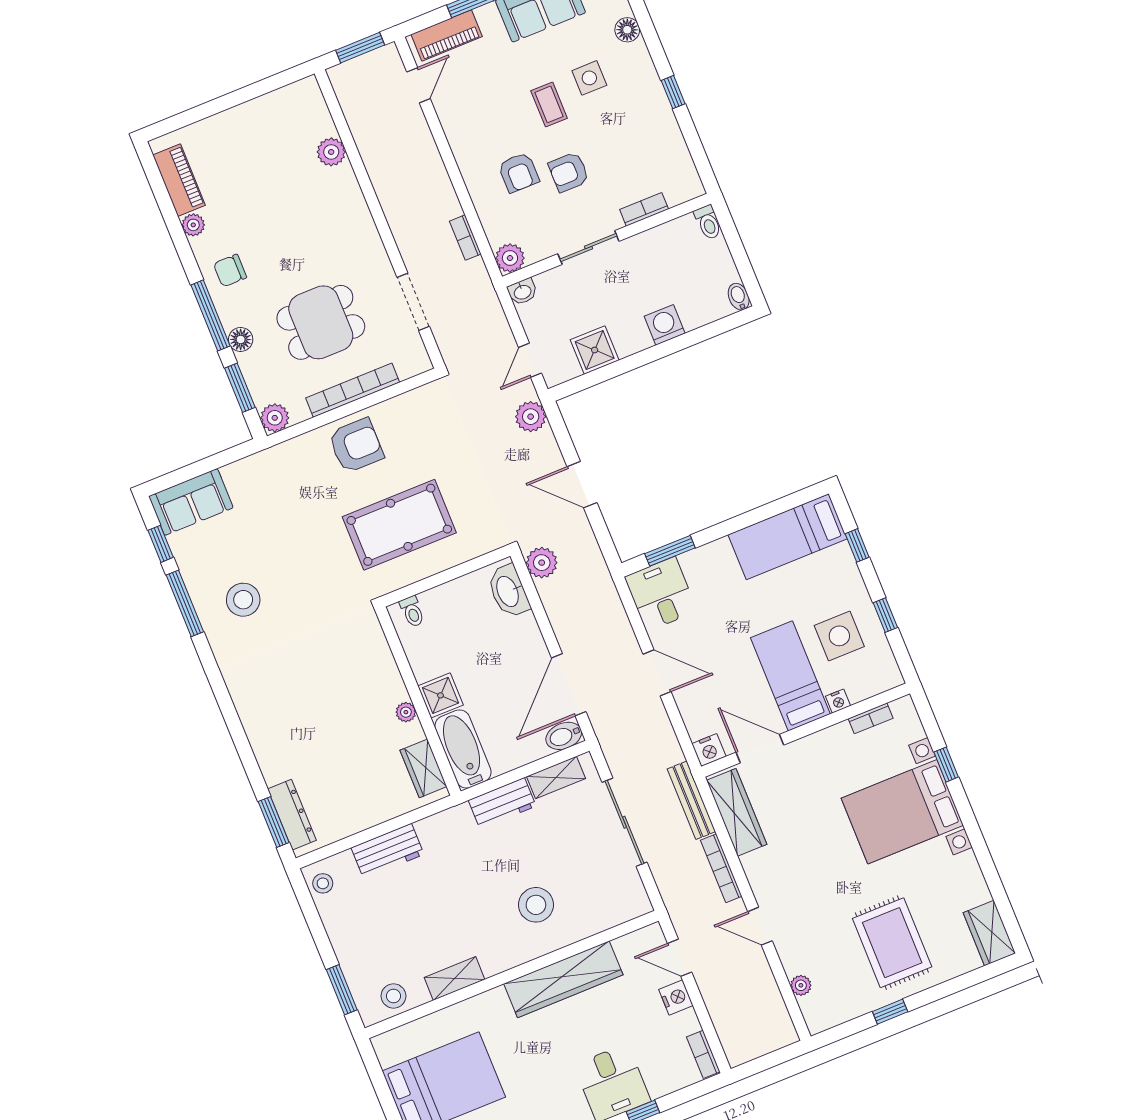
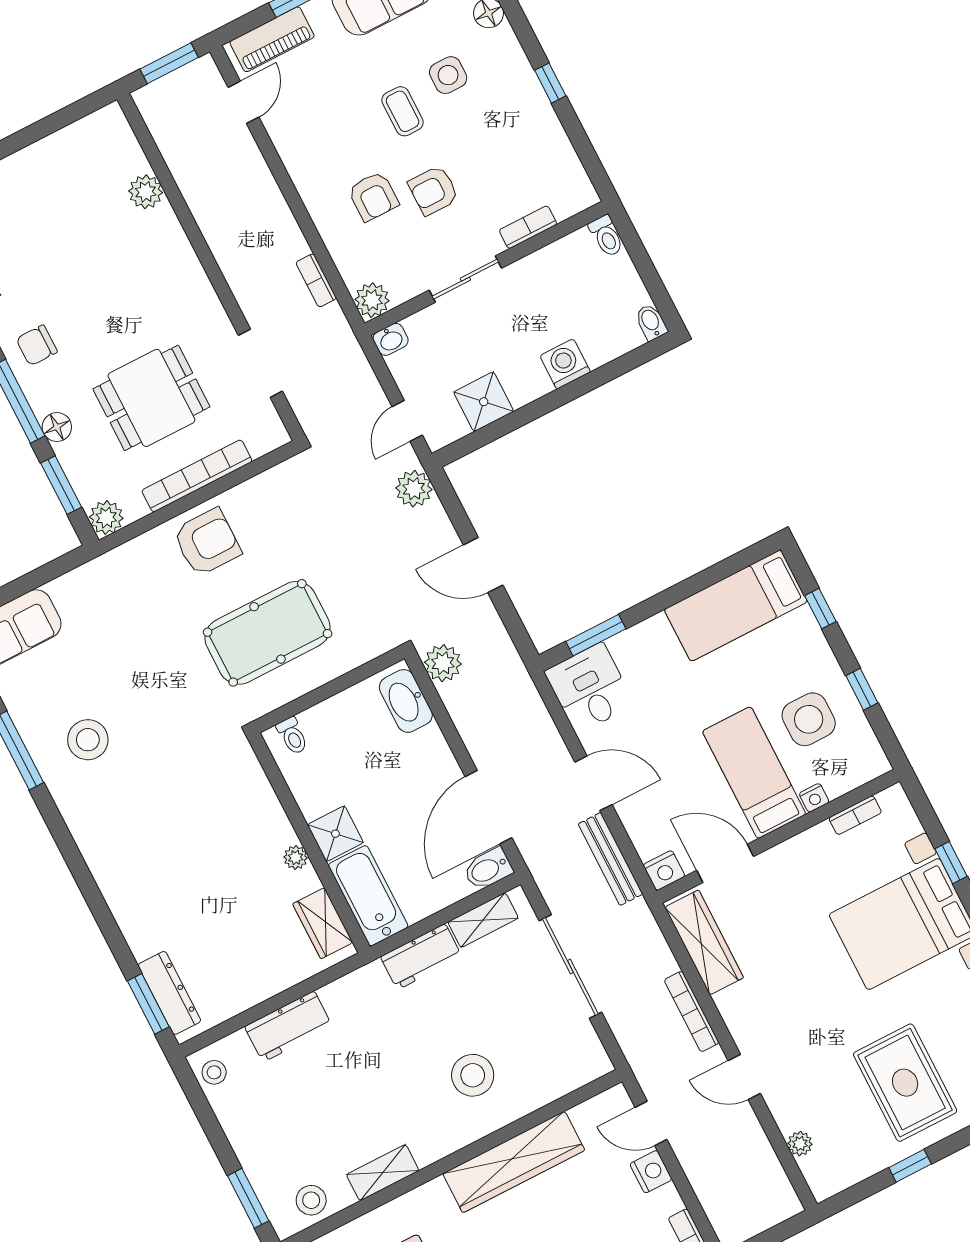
bench: (691, 800) -> (610, 859), moved

